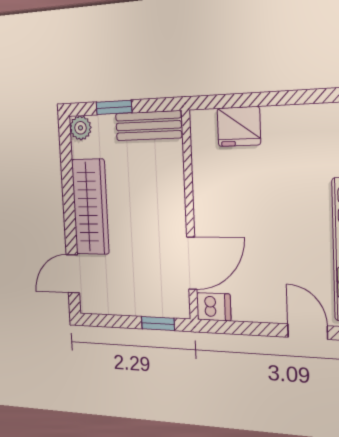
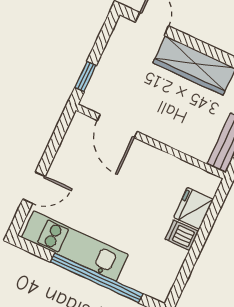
dishwasher: (214, 307) -> (182, 235), moved, turned 90

